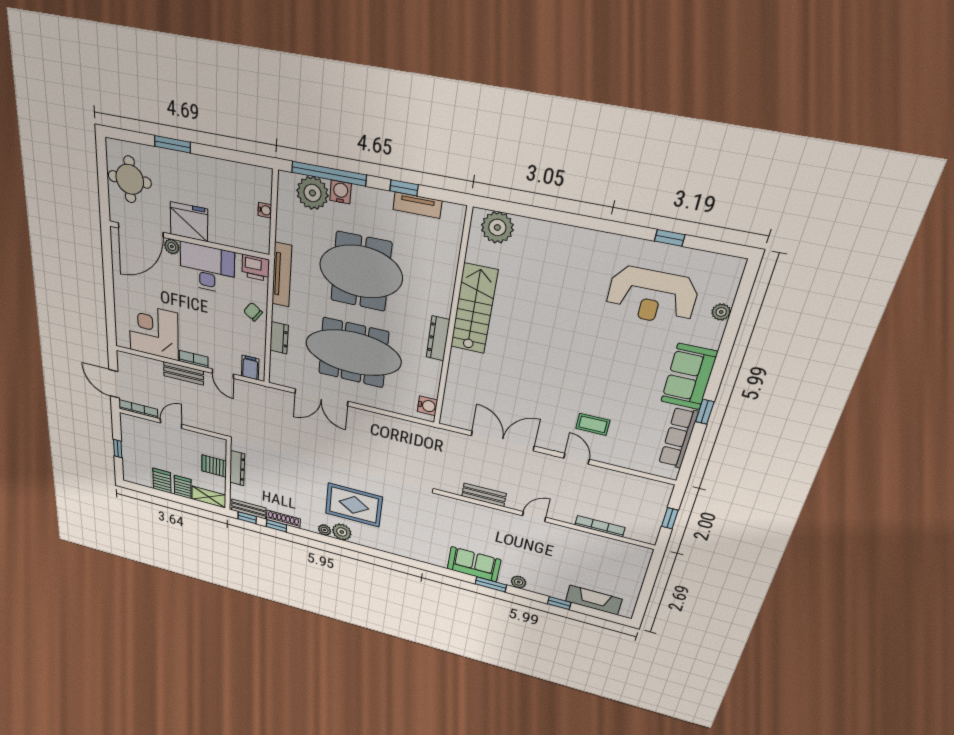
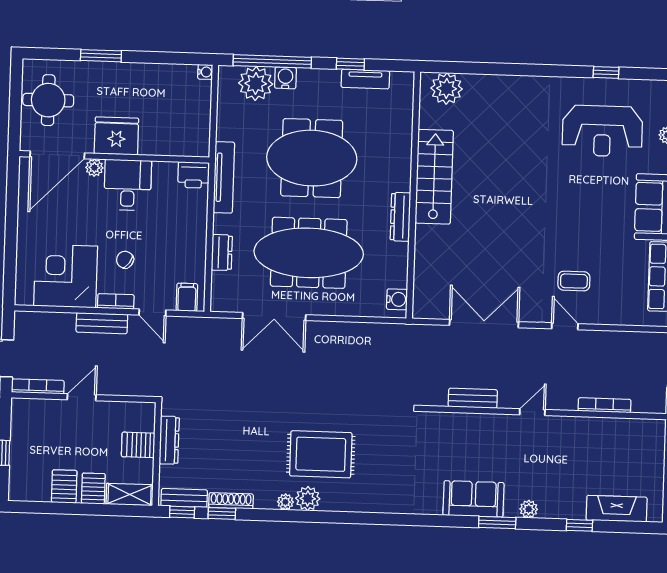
water cooler: (265, 210) -> (205, 72), moved
desk: (207, 268) -> (128, 185), width x0.73
chair: (253, 312) -> (125, 260), moved

